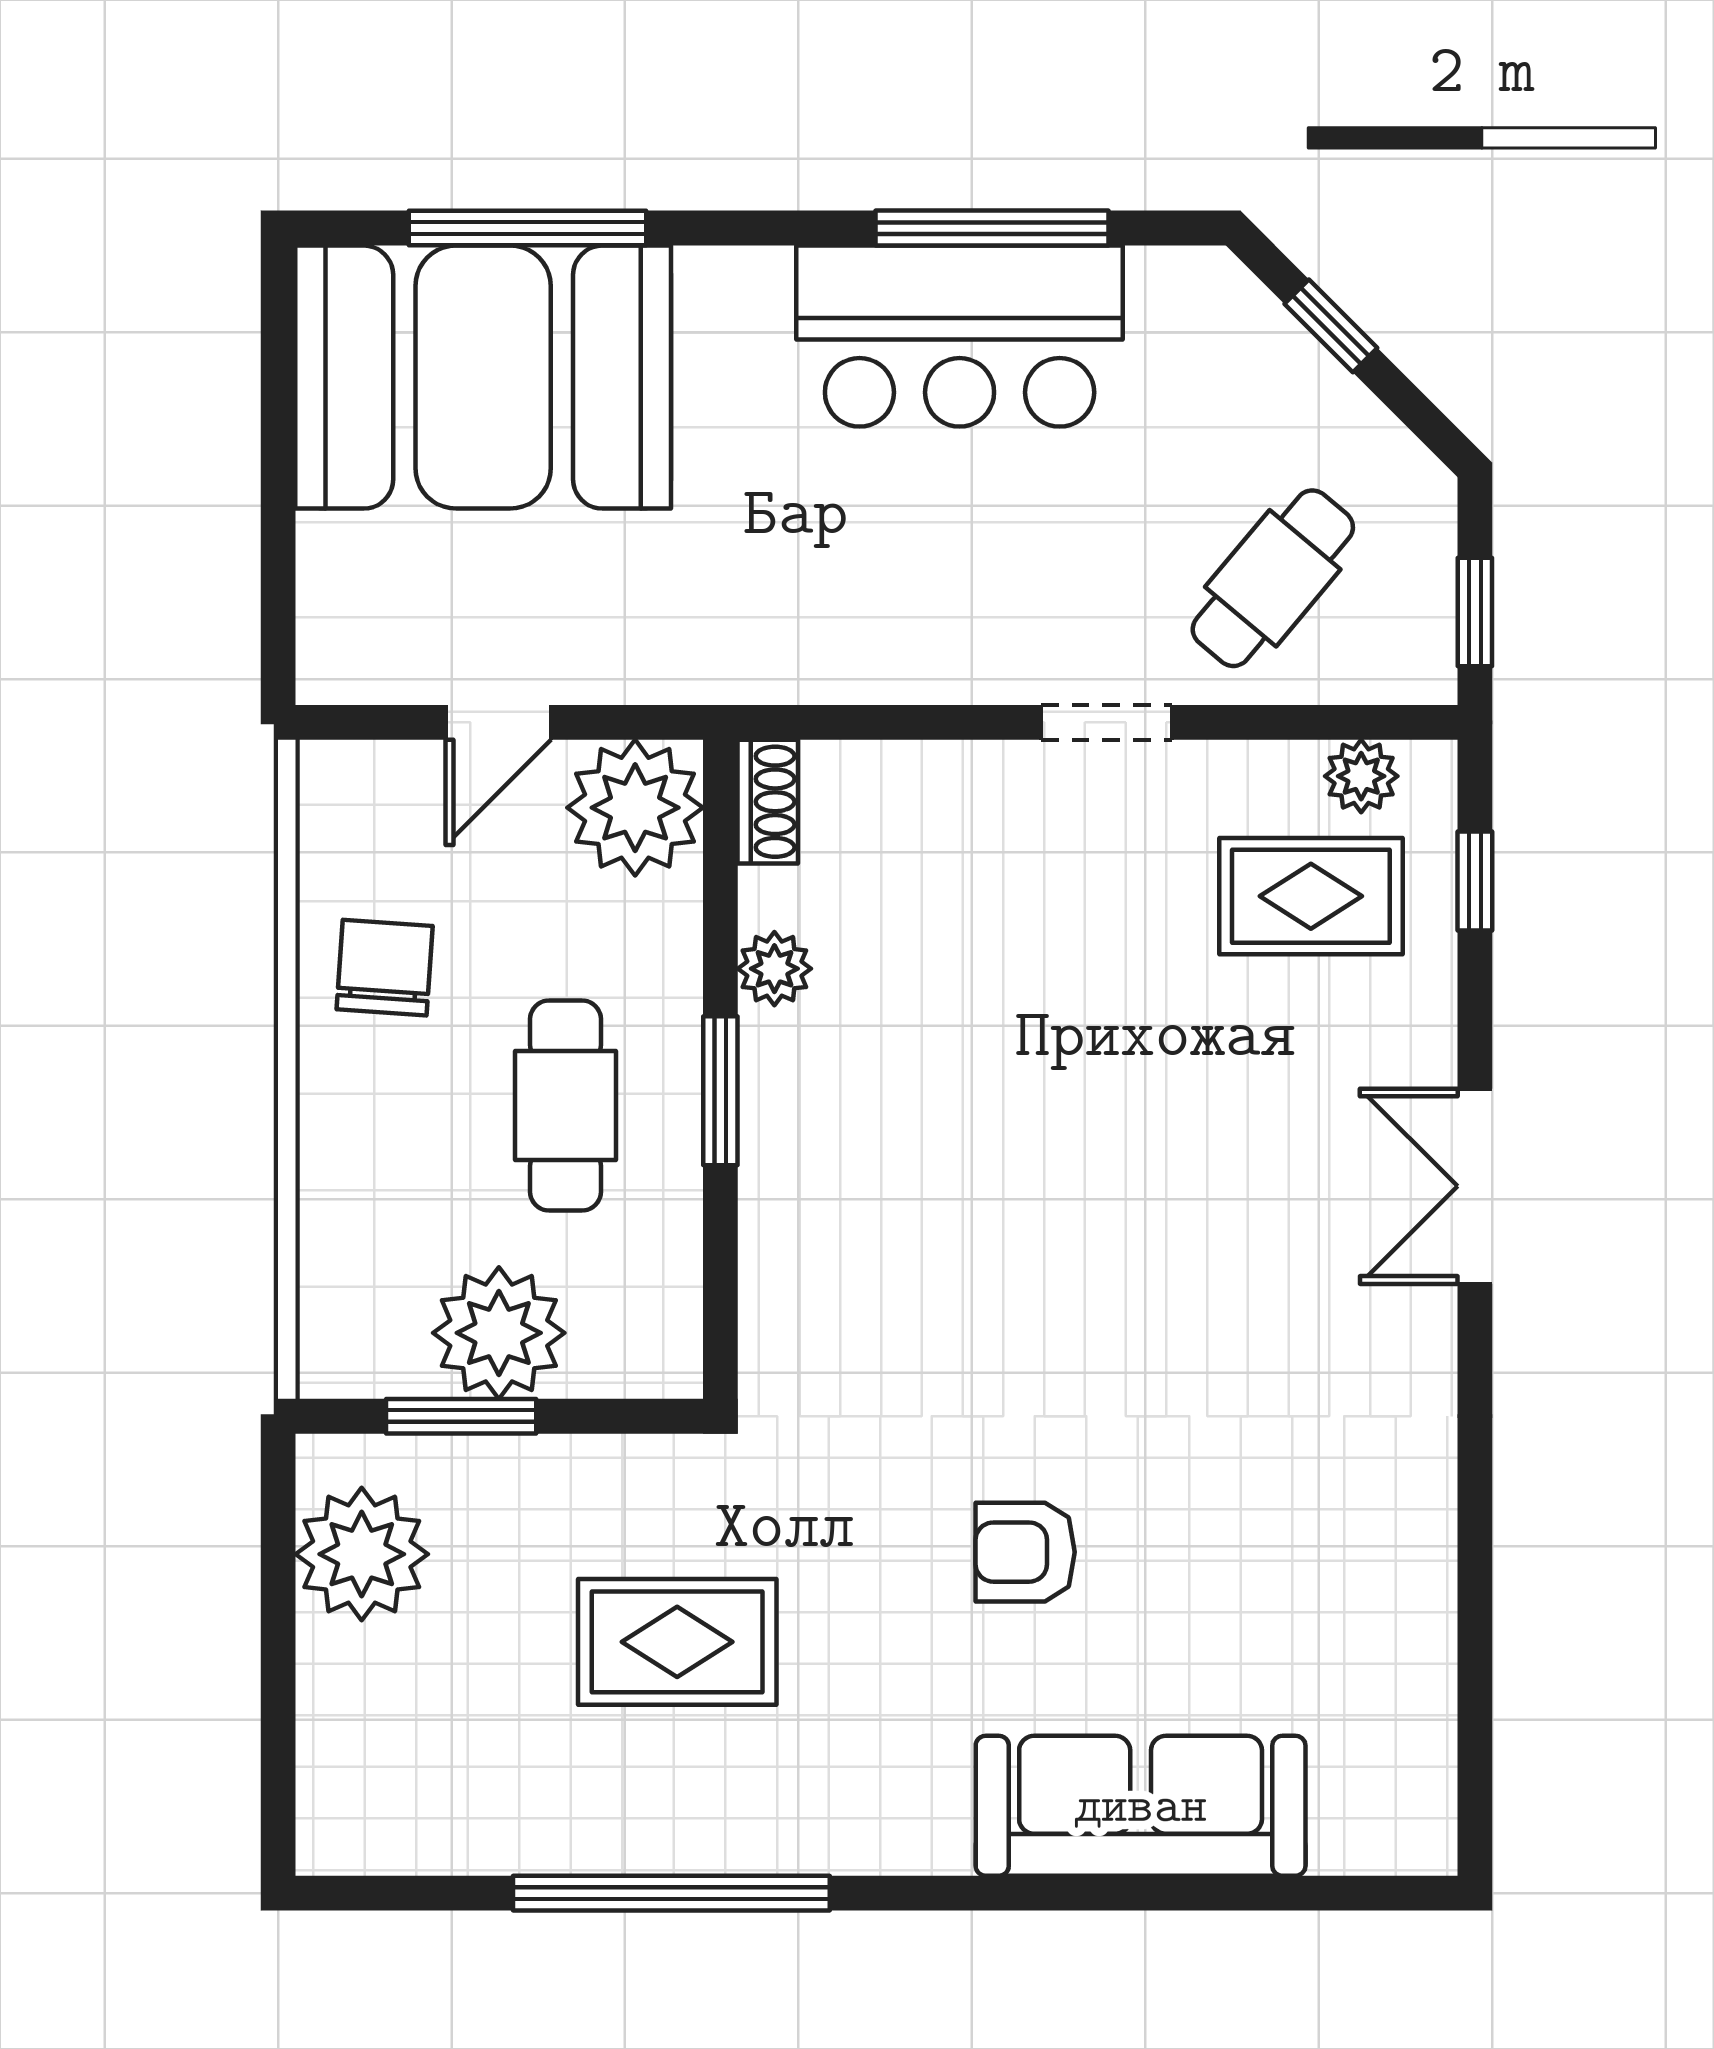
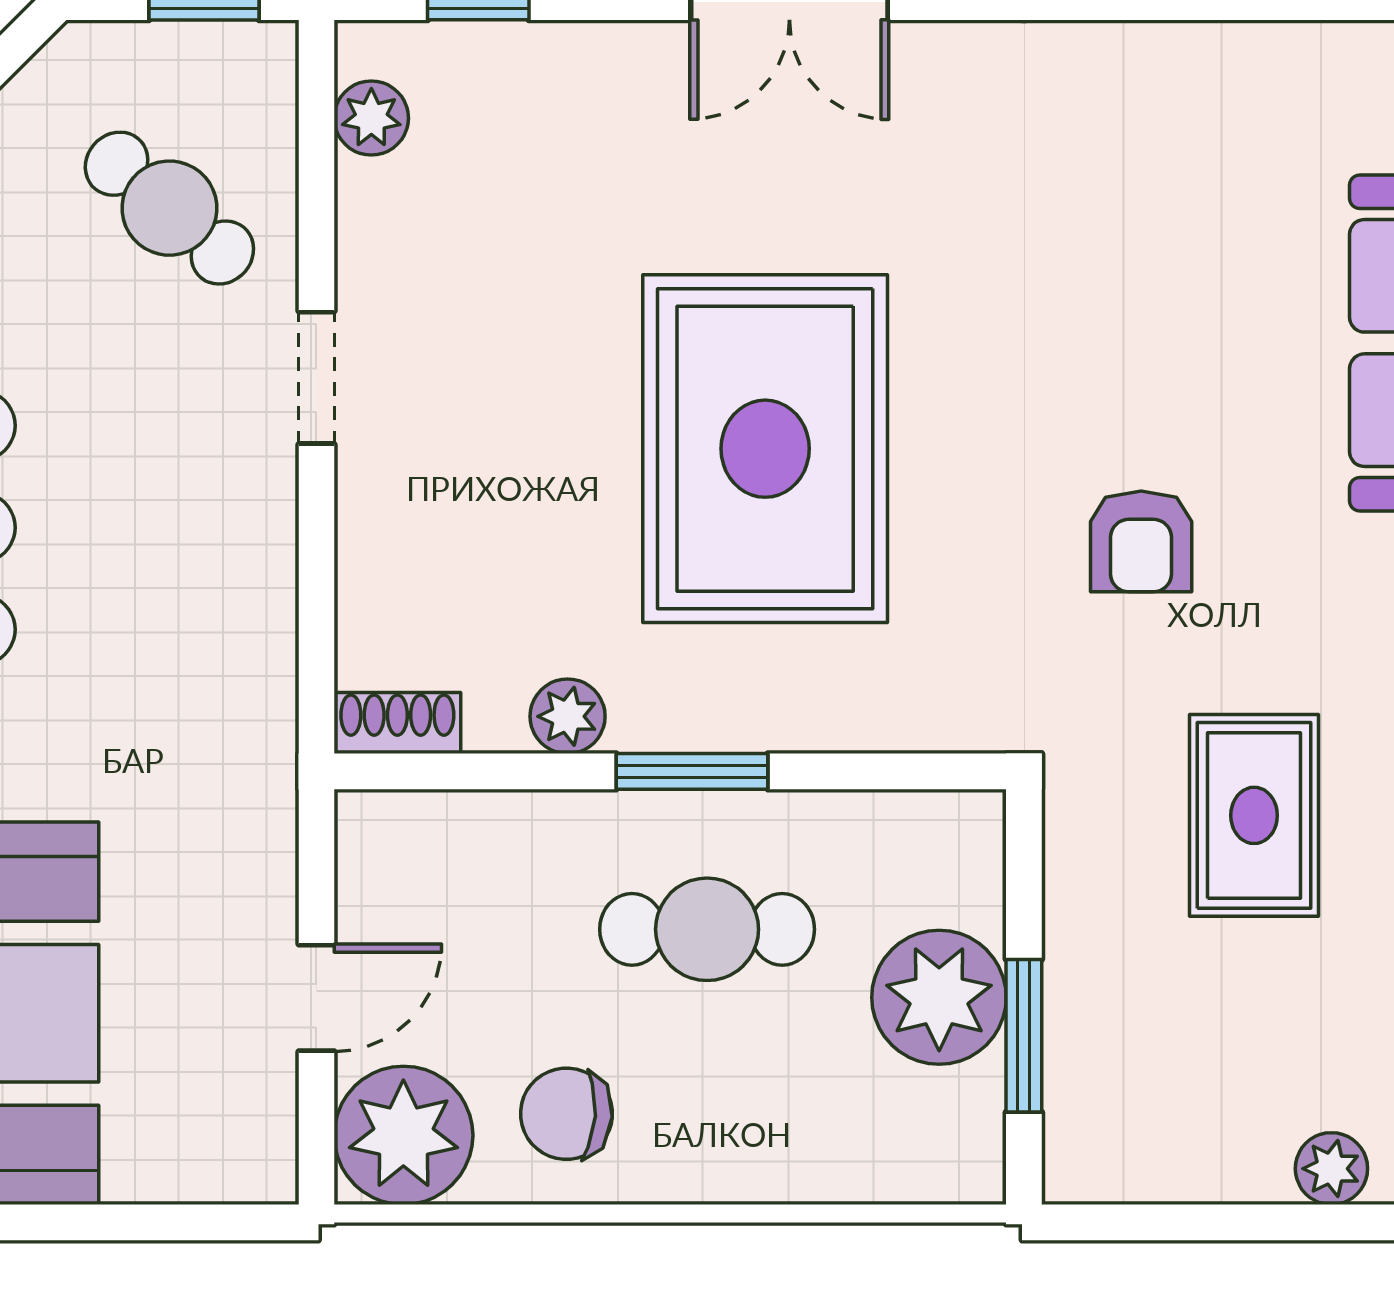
door: (498, 722) -> (316, 998), hinge flipped
plant: (635, 808) -> (403, 1135), moved
rug: (1311, 896) -> (765, 449), moved, width x1.86, depth x2.06
armchair: (1025, 1552) -> (1141, 541), moved
plant: (362, 1554) -> (1331, 1169), moved, width x0.53, depth x0.53

